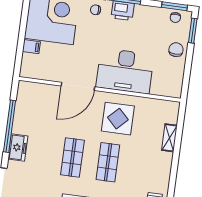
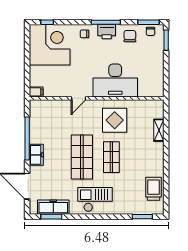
filing cabinet: (31, 47) -> (36, 92), moved
chair: (176, 50) -> (130, 36), moved
door: (78, 86) -> (78, 98), width x0.53
shop shelf: (72, 157) -> (82, 157), width x1.43, depth x1.36

